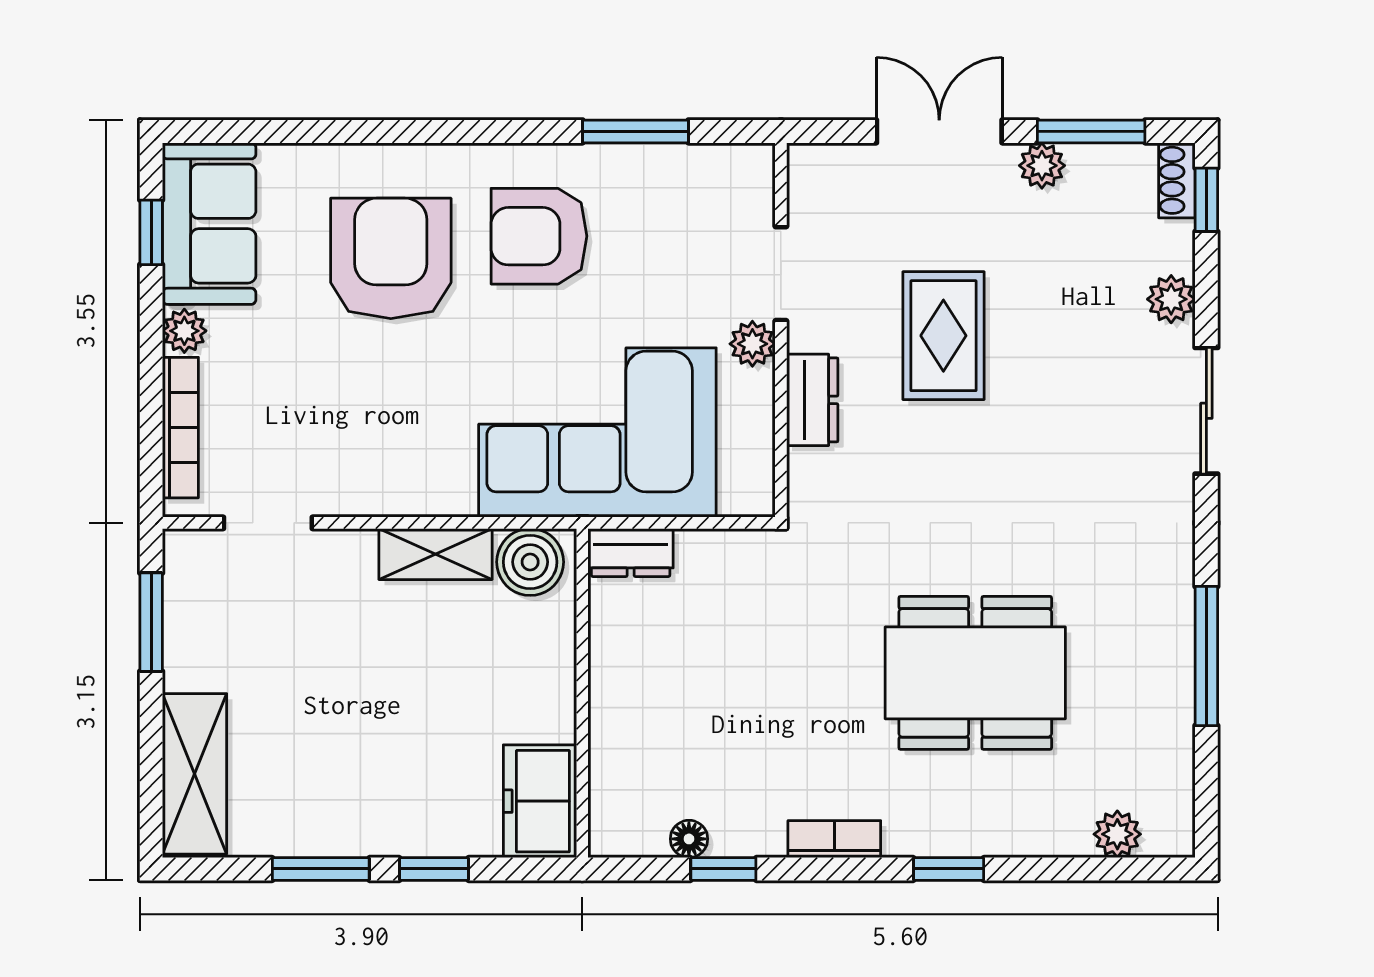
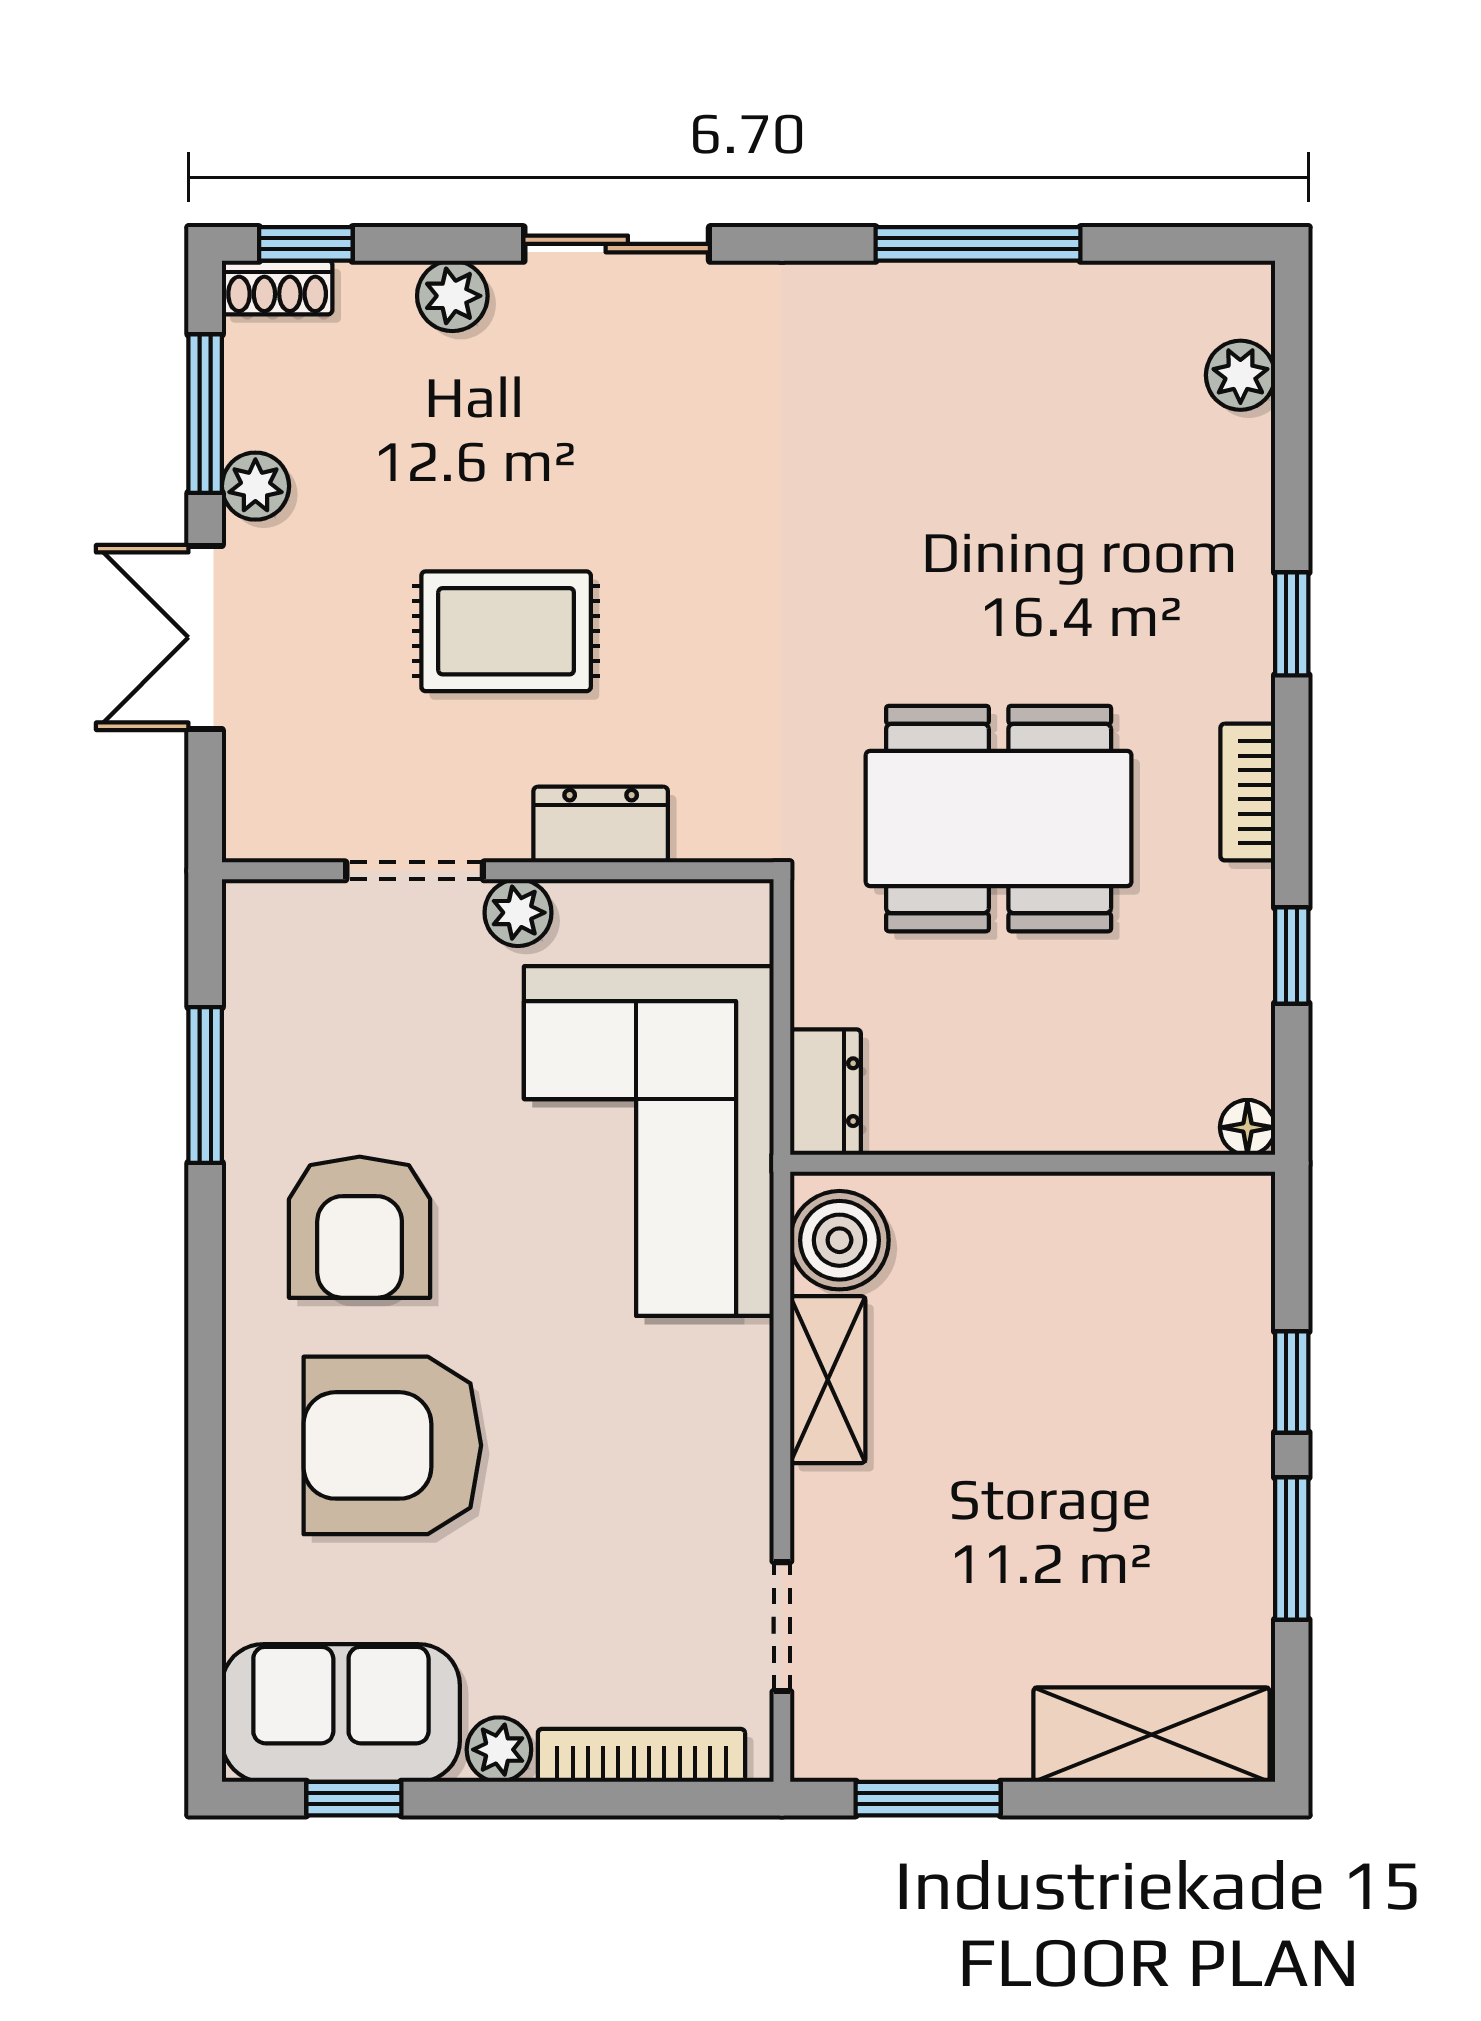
dining table: (975, 673) -> (999, 819), moved, turned 90
freezer: (540, 801) -> (1192, 1226), removed
floor lamp: (689, 839) -> (1247, 1127), moved

